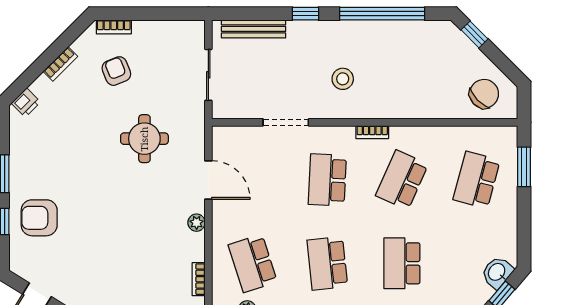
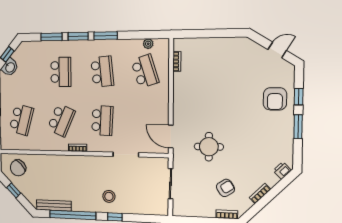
bench: (254, 29) -> (54, 205), moved
window: (474, 34) -> (14, 190), moved
armchair: (116, 71) -> (225, 188), turned -100
stool: (343, 79) -> (109, 196), moved
door: (208, 180) -> (171, 137), moved
armchair: (39, 218) -> (275, 99), turned 90
plant: (197, 223) -> (178, 96), removed

